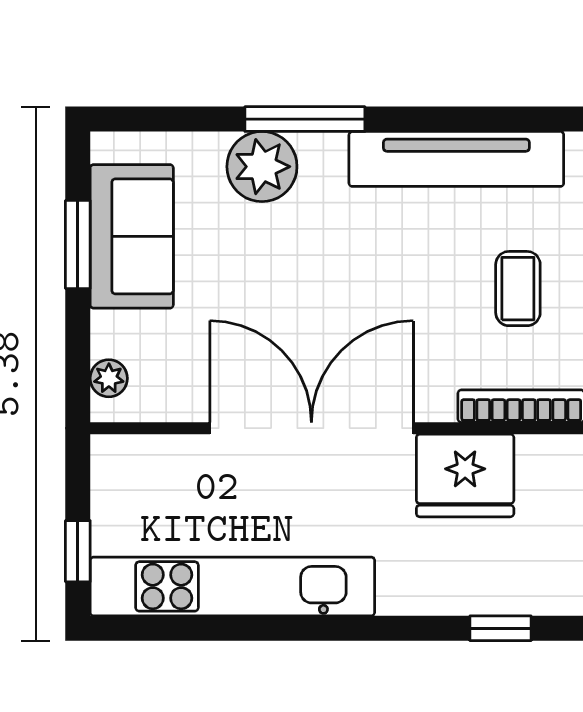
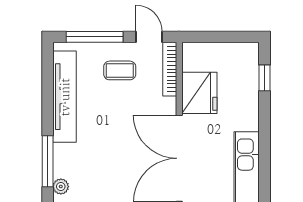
plant: (262, 167) -> (61, 187), width x0.53, depth x0.53

